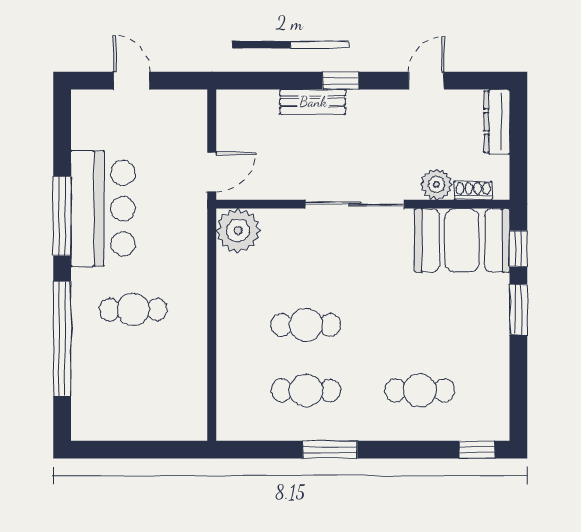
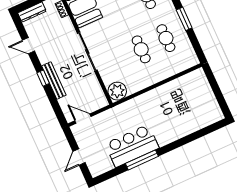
bench: (313, 102) -> (54, 80), width x1.36
door: (212, 172) -> (83, 119), moved
plant: (436, 184) -> (66, 24), removed
cafe table: (133, 310) -> (165, 117), removed
window: (62, 339) -> (188, 139), removed

